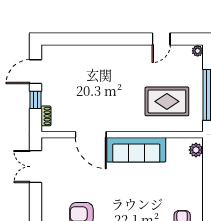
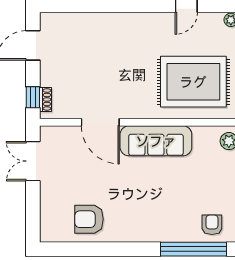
window: (36, 100) -> (33, 97), moved
rug: (167, 101) -> (193, 82), width x1.37, depth x1.44

